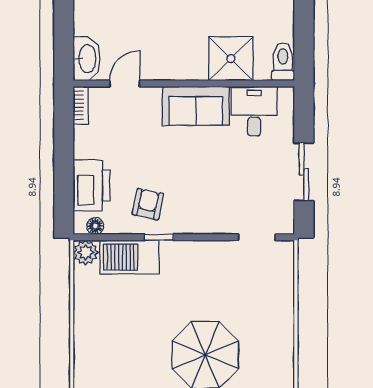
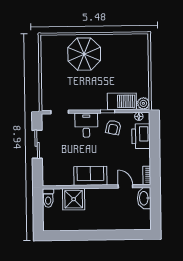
door: (125, 84) -> (125, 186), swing flipped
desk: (254, 111) -> (86, 125), moved, turned 180

